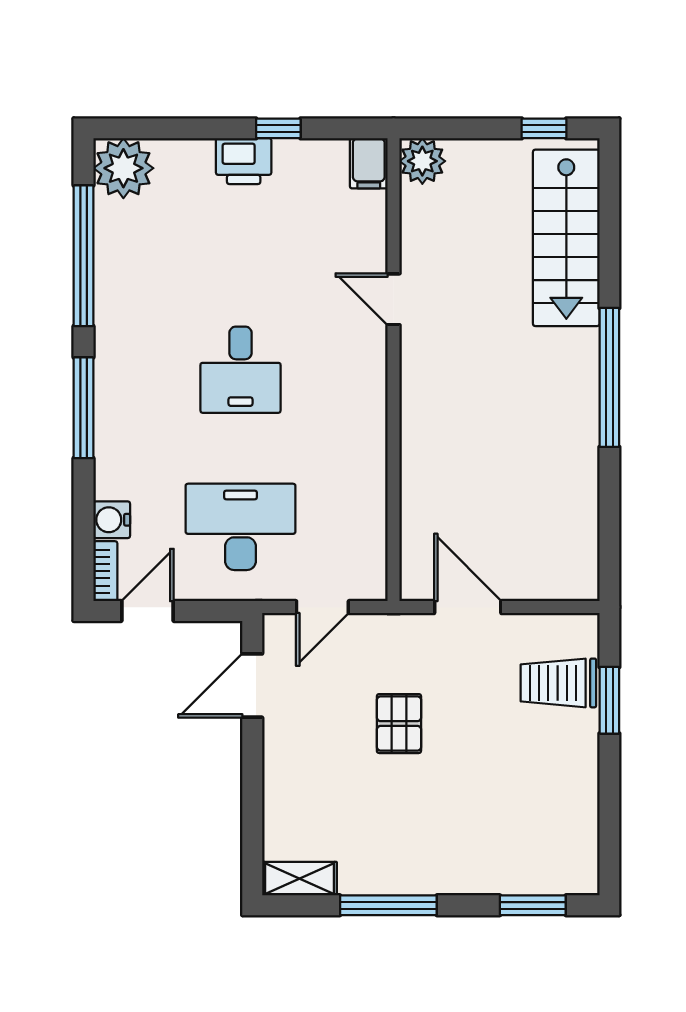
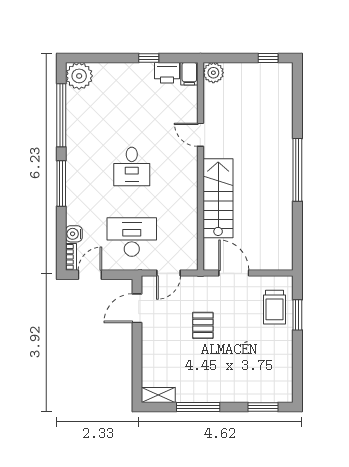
printer: (244, 161) -> (167, 73), moved
stairs: (566, 238) -> (218, 198), moved, turned 180
trolley: (558, 683) -> (275, 307), turned -90

